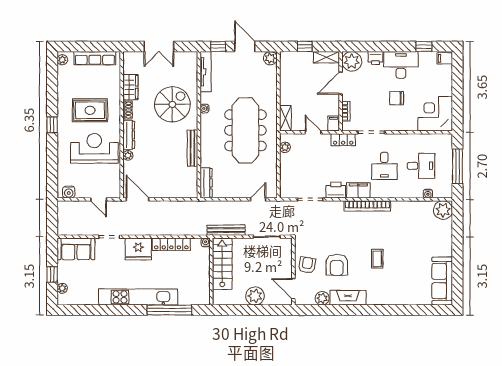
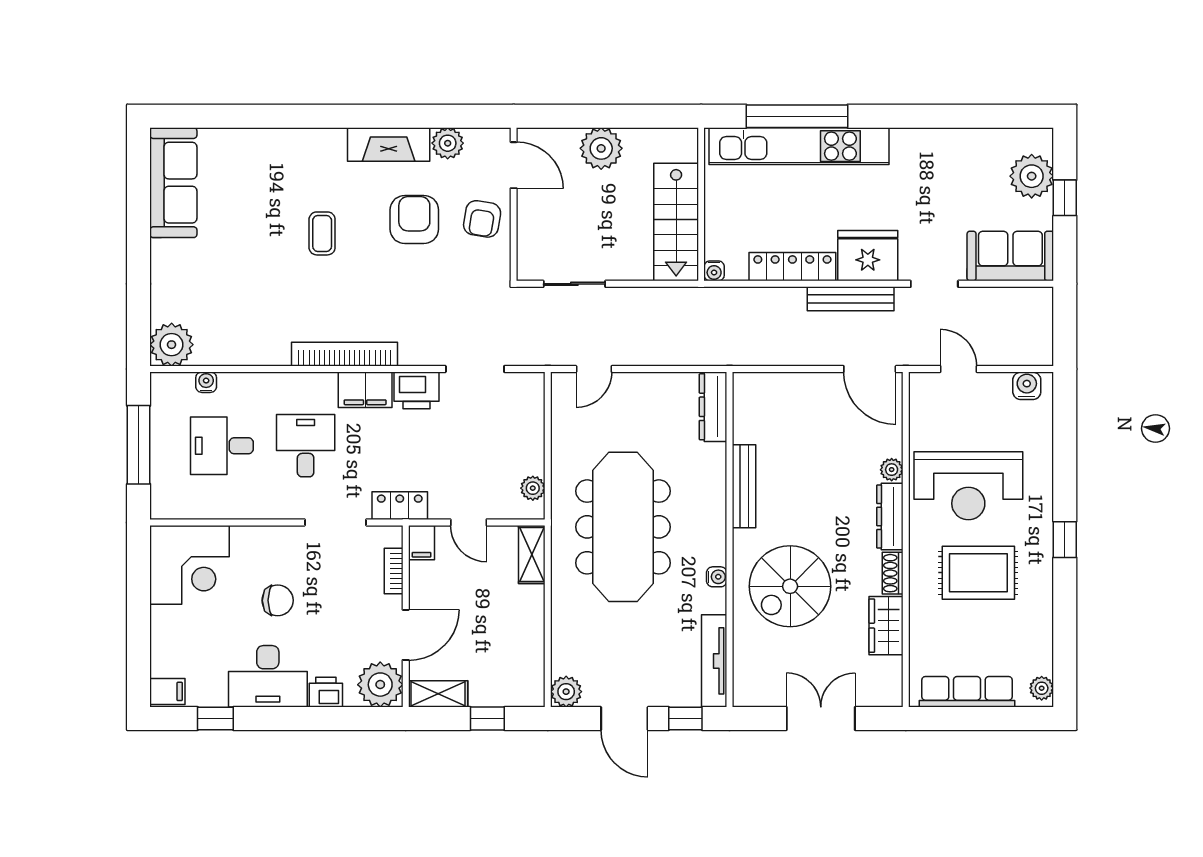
bench: (226, 230) -> (851, 299), moved
plant: (62, 288) -> (1032, 176), width x1.87, depth x1.87
kitchen unit: (138, 297) -> (799, 146), moved

